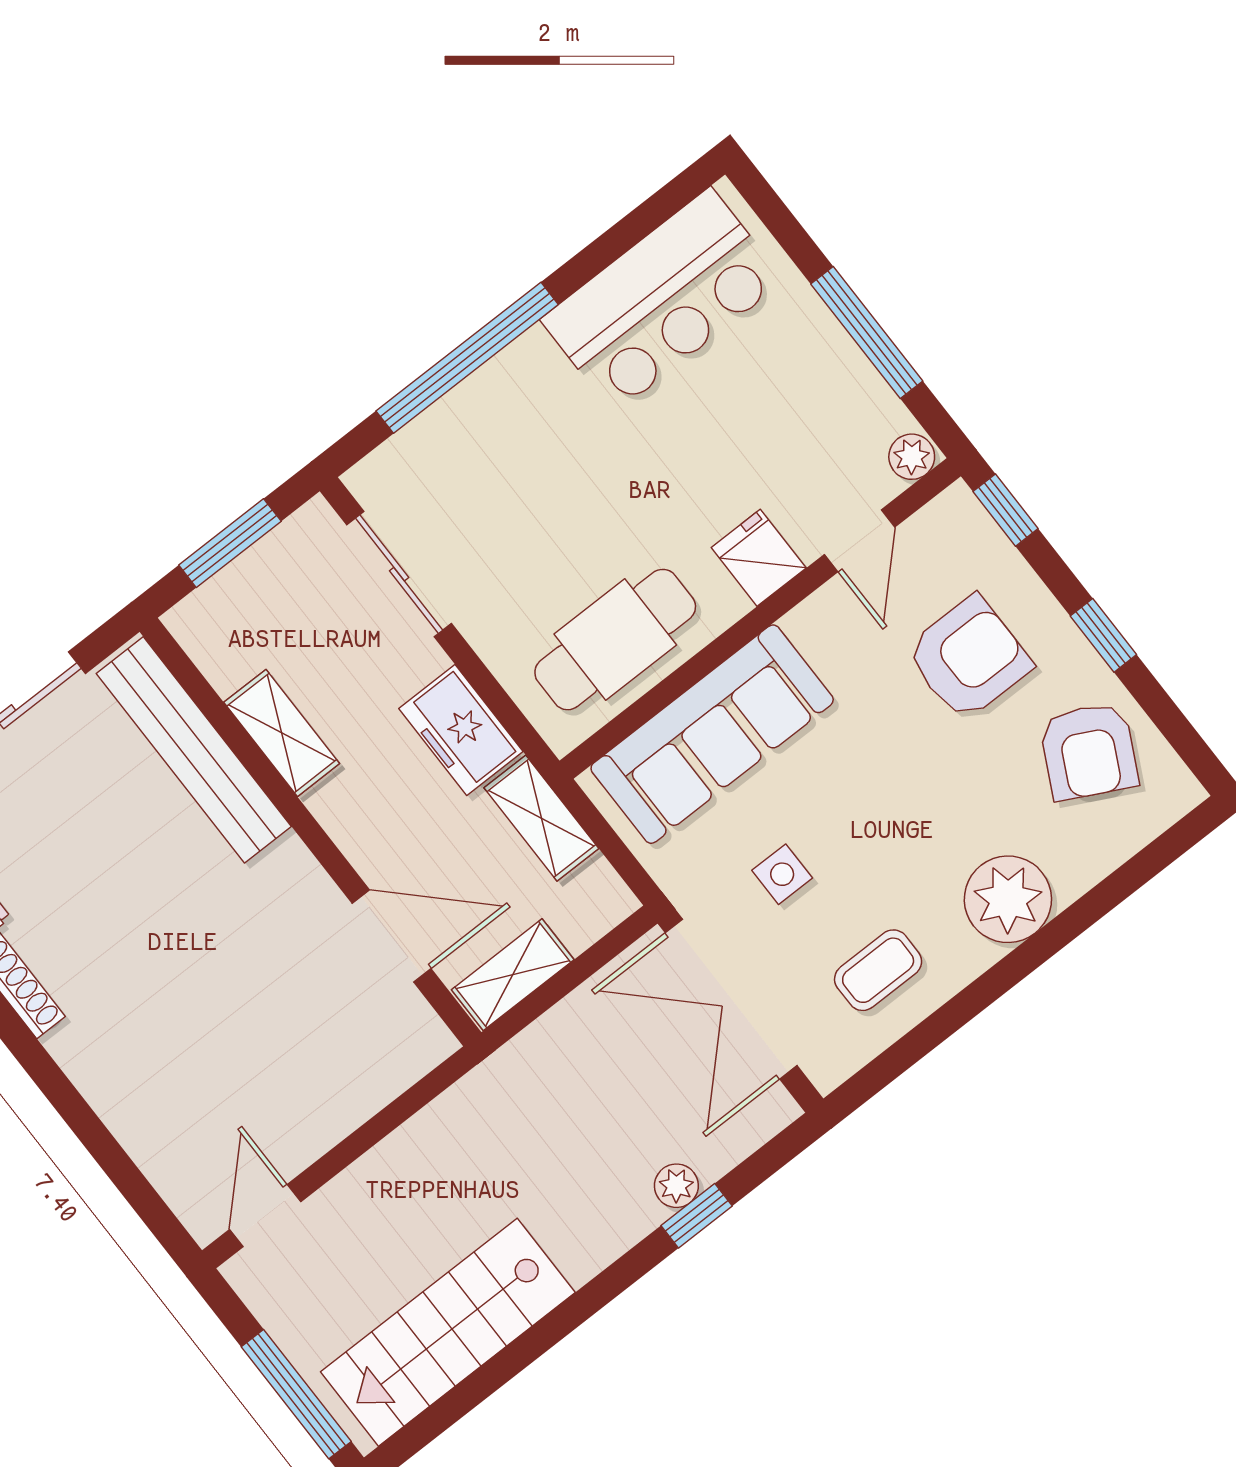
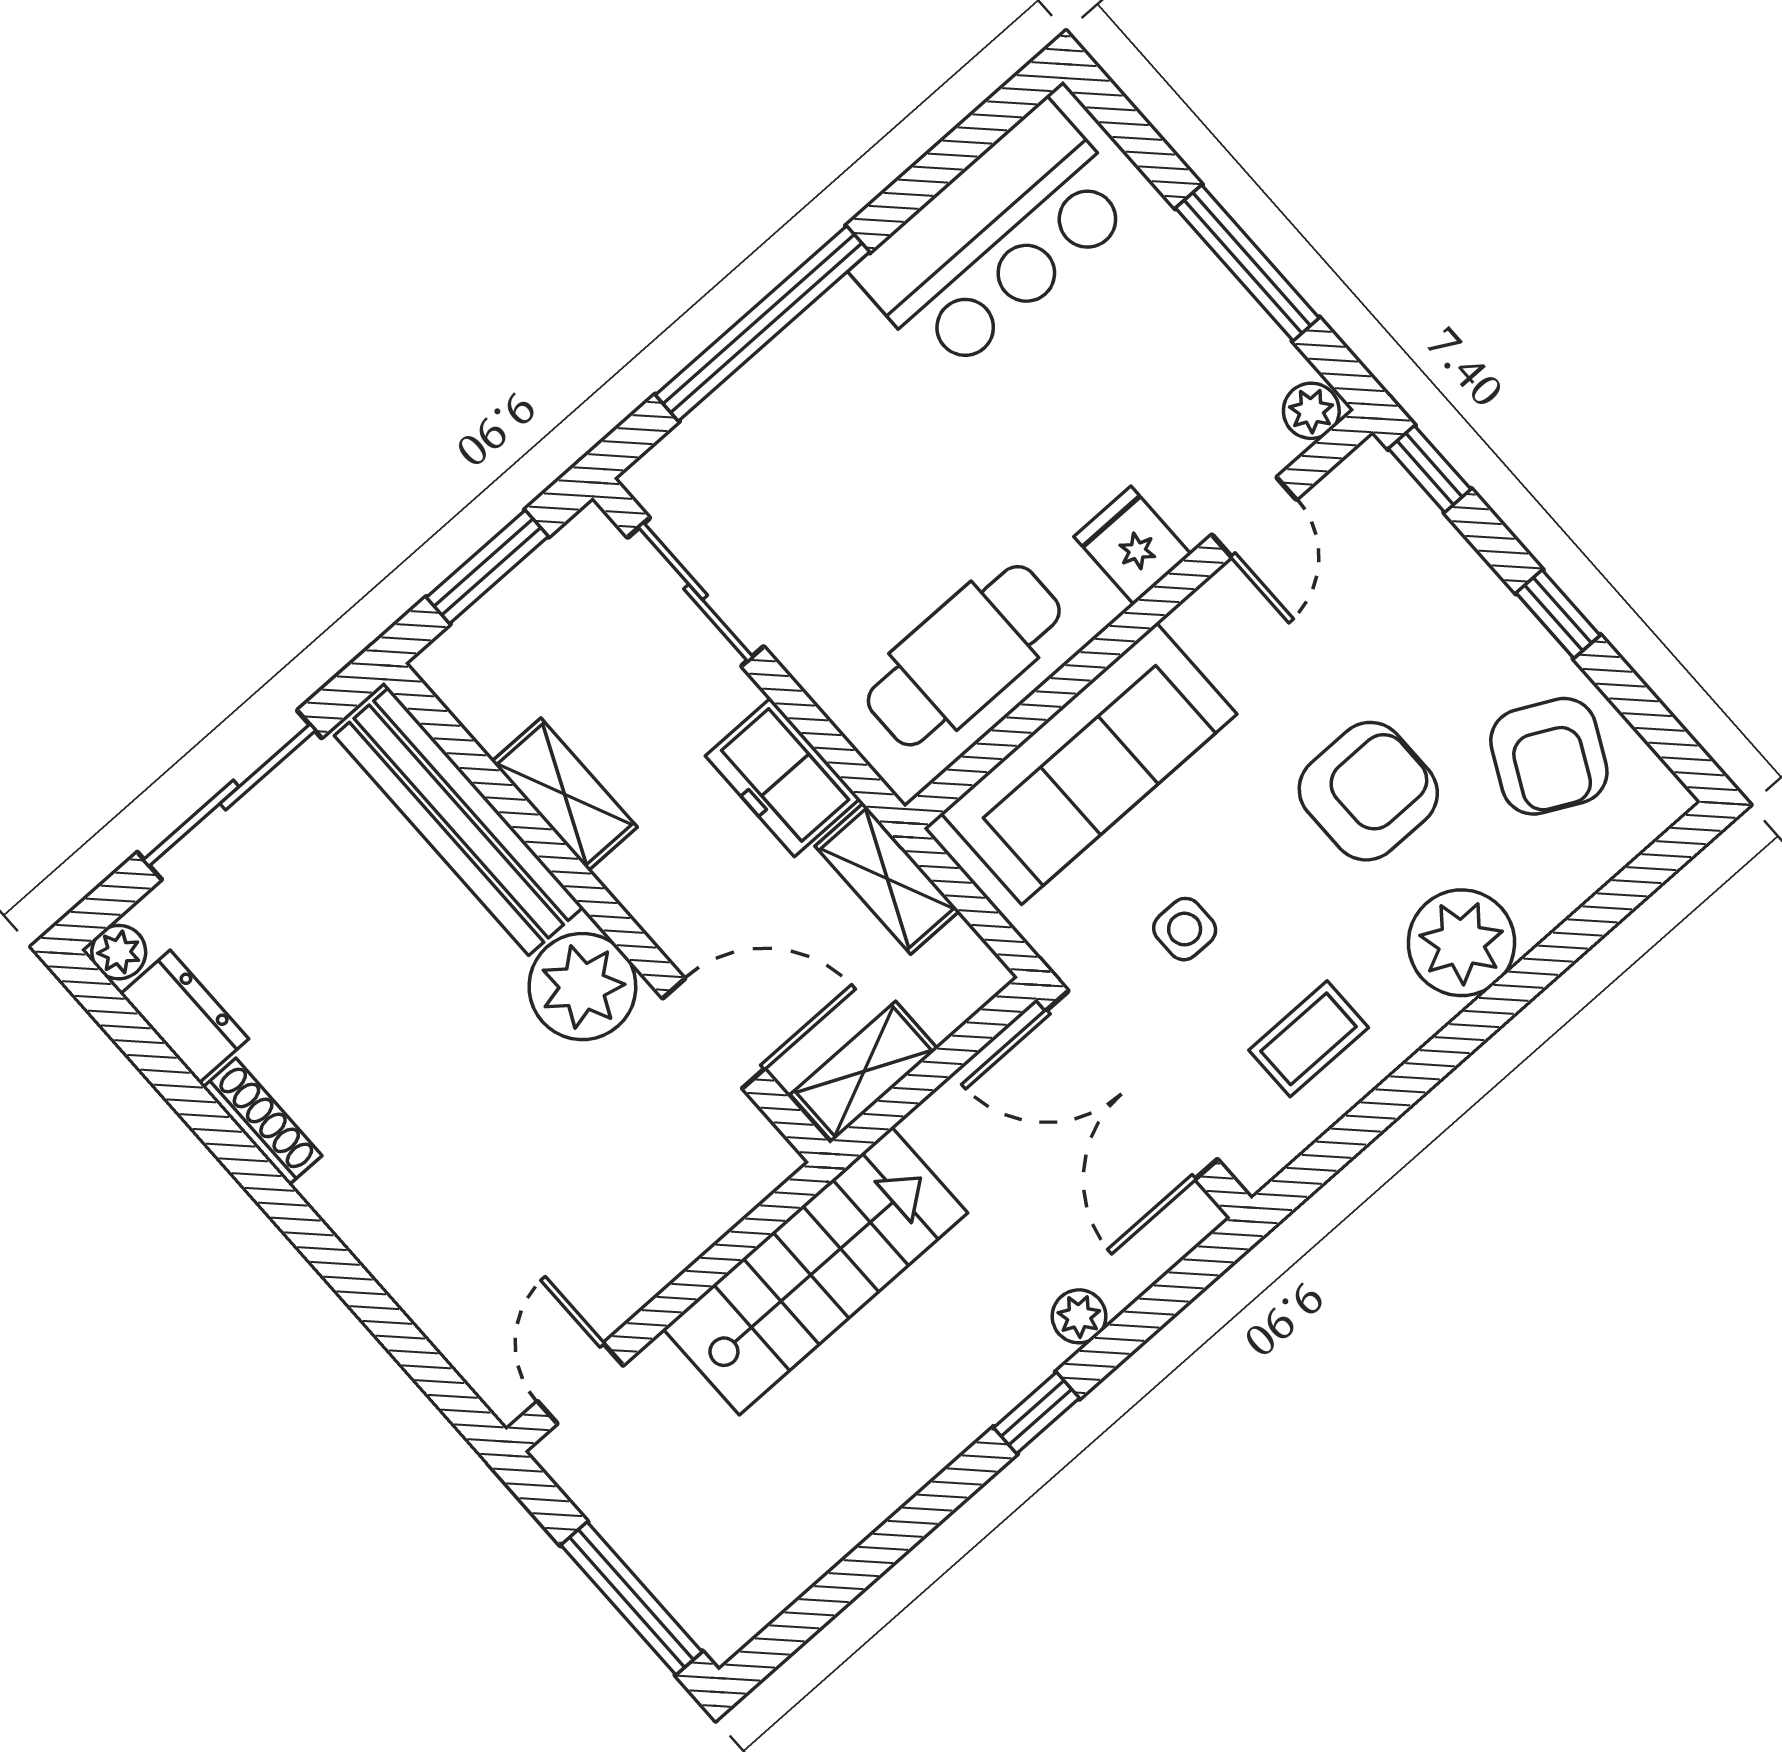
armchair: (969, 658) -> (1368, 791), moved
plant: (287, 891) -> (582, 987), added
window: (697, 1216) -> (1036, 1413), moved
stairs: (448, 1332) -> (815, 1271), moved, turned 180

